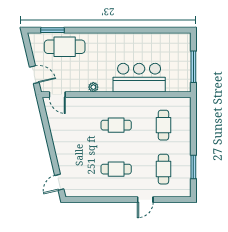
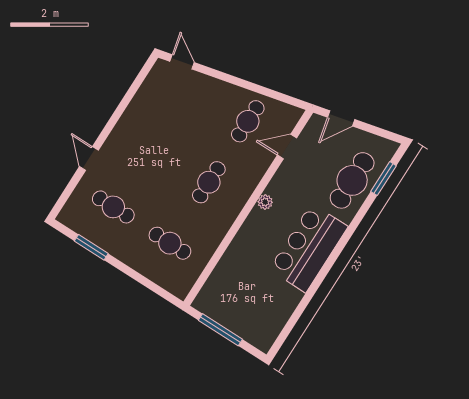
bar counter: (139, 78) -> (308, 248), moved, turned 180
plant: (93, 87) -> (265, 202), moved
door: (57, 95) -> (287, 147), moved
cafe table: (116, 169) -> (248, 121), moved

